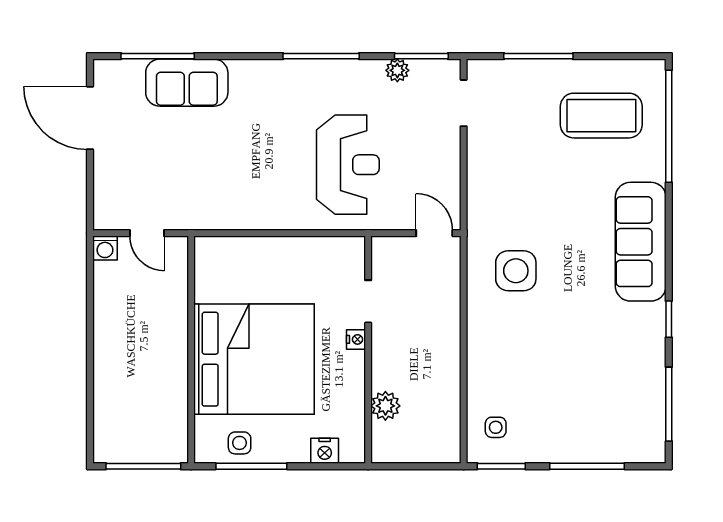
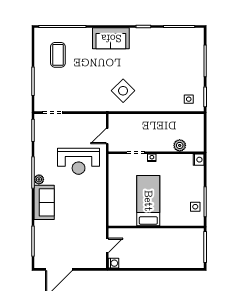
plant: (397, 70) -> (39, 179), moved
sofa: (187, 83) -> (44, 202), moved
coffee table: (601, 116) -> (58, 55), width x0.73, depth x0.76
reception desk: (348, 165) -> (79, 161), turned 180
door: (434, 233) -> (107, 136), moved
sofa: (641, 242) -> (111, 38), width x0.73
side table: (516, 271) -> (123, 91), turned 45
bed: (254, 359) -> (148, 201), width x0.49
nightstand: (325, 451) -> (199, 160), moved

